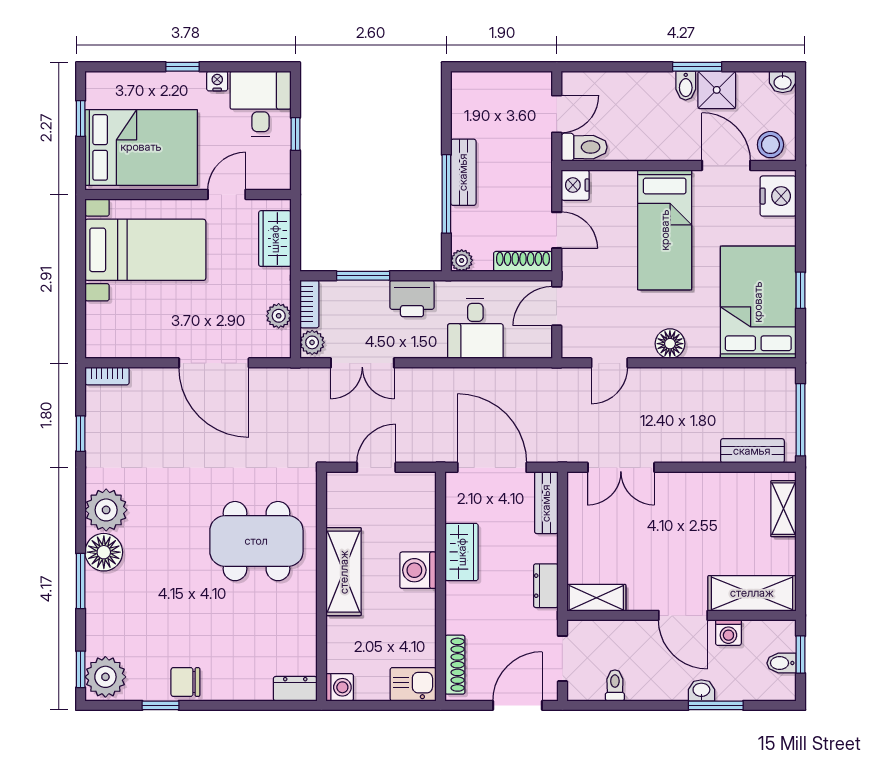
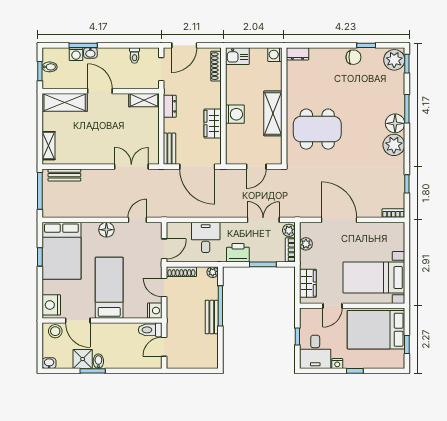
washing machine: (728, 633) -> (76, 54), moved, turned 180

